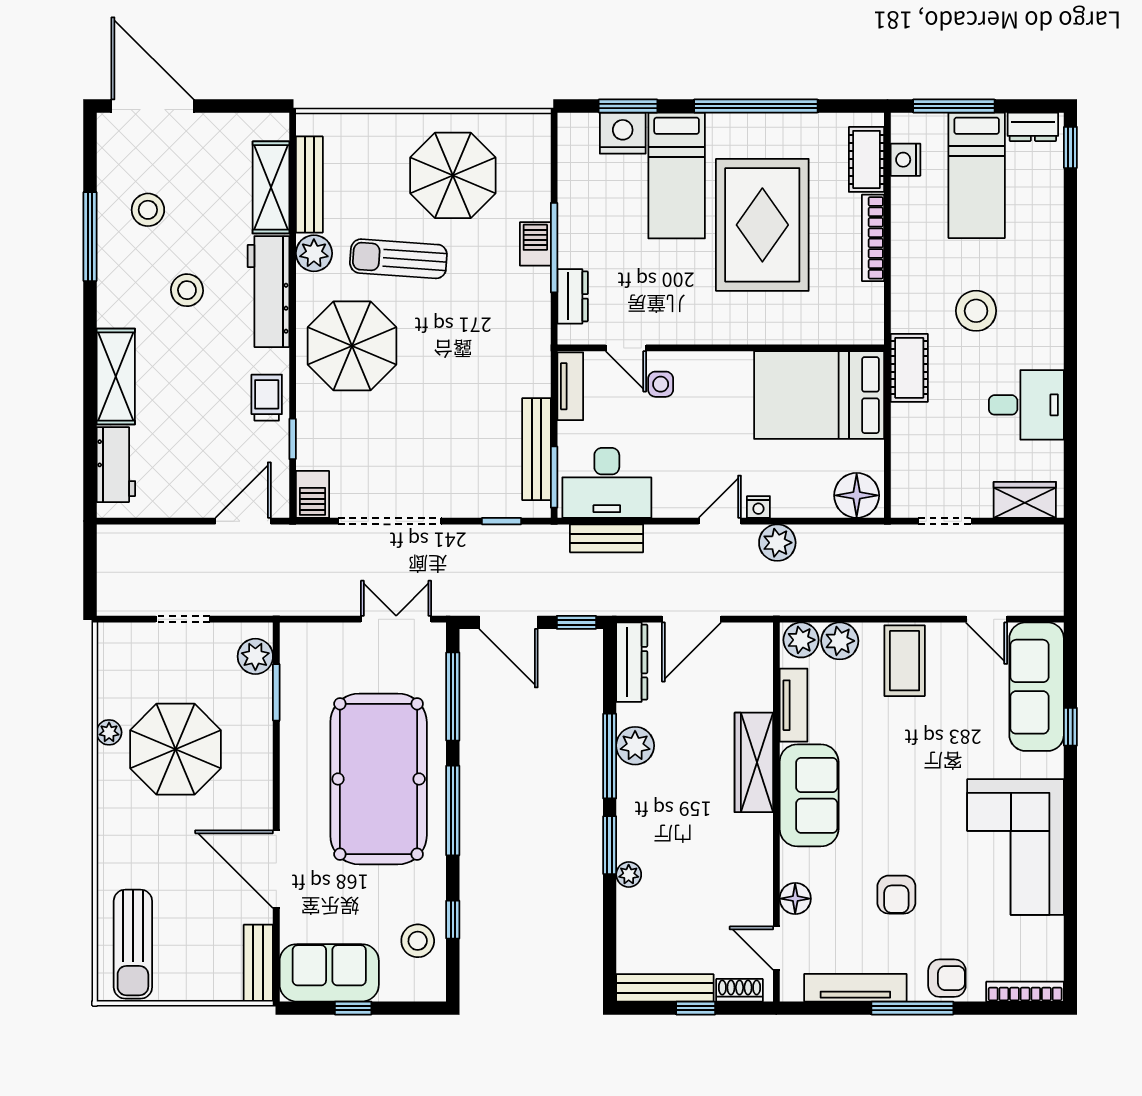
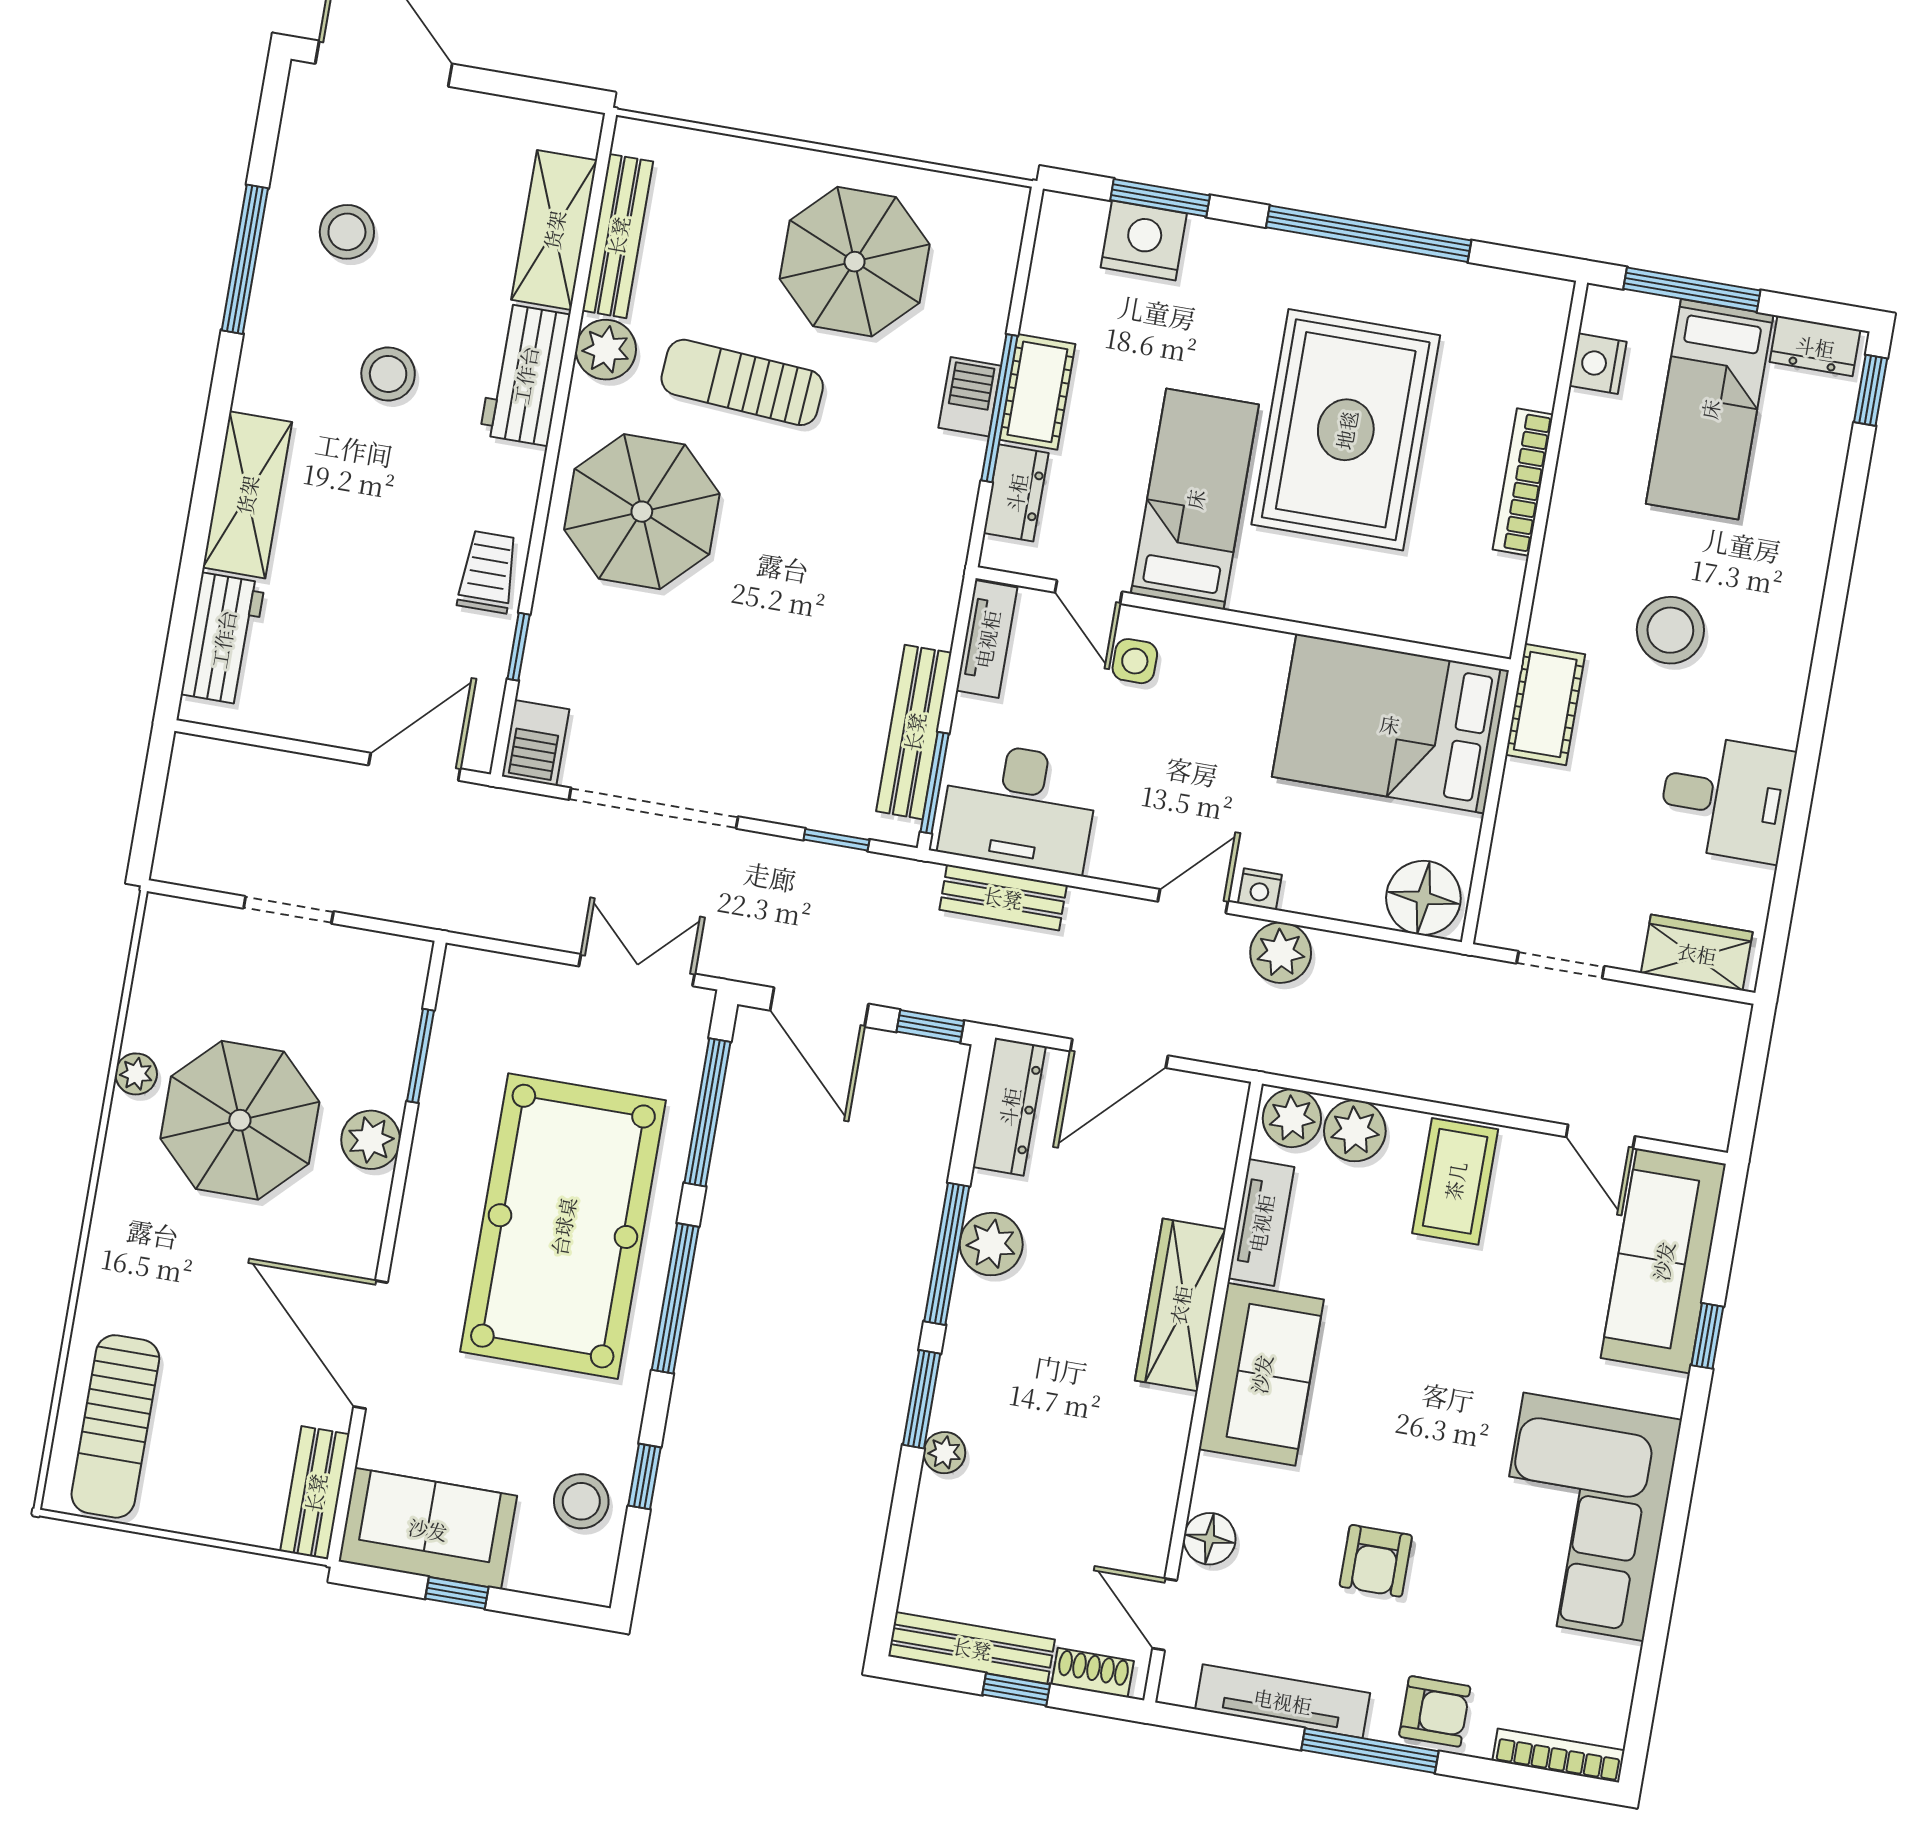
cot: (867, 159) -> (1037, 392), moved
bed: (677, 175) -> (1195, 499), moved, turned 180
workbench: (268, 292) -> (525, 375), width x0.73
plant: (255, 656) -> (371, 1140), moved

